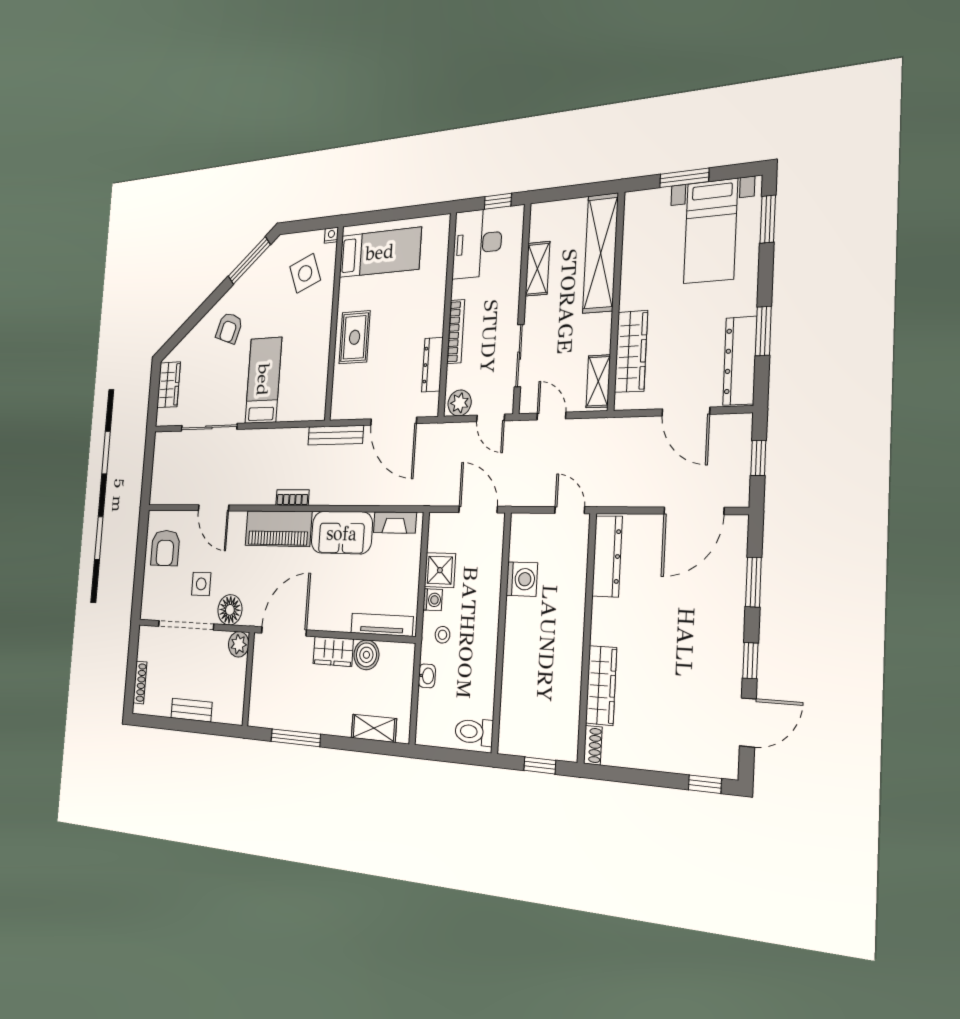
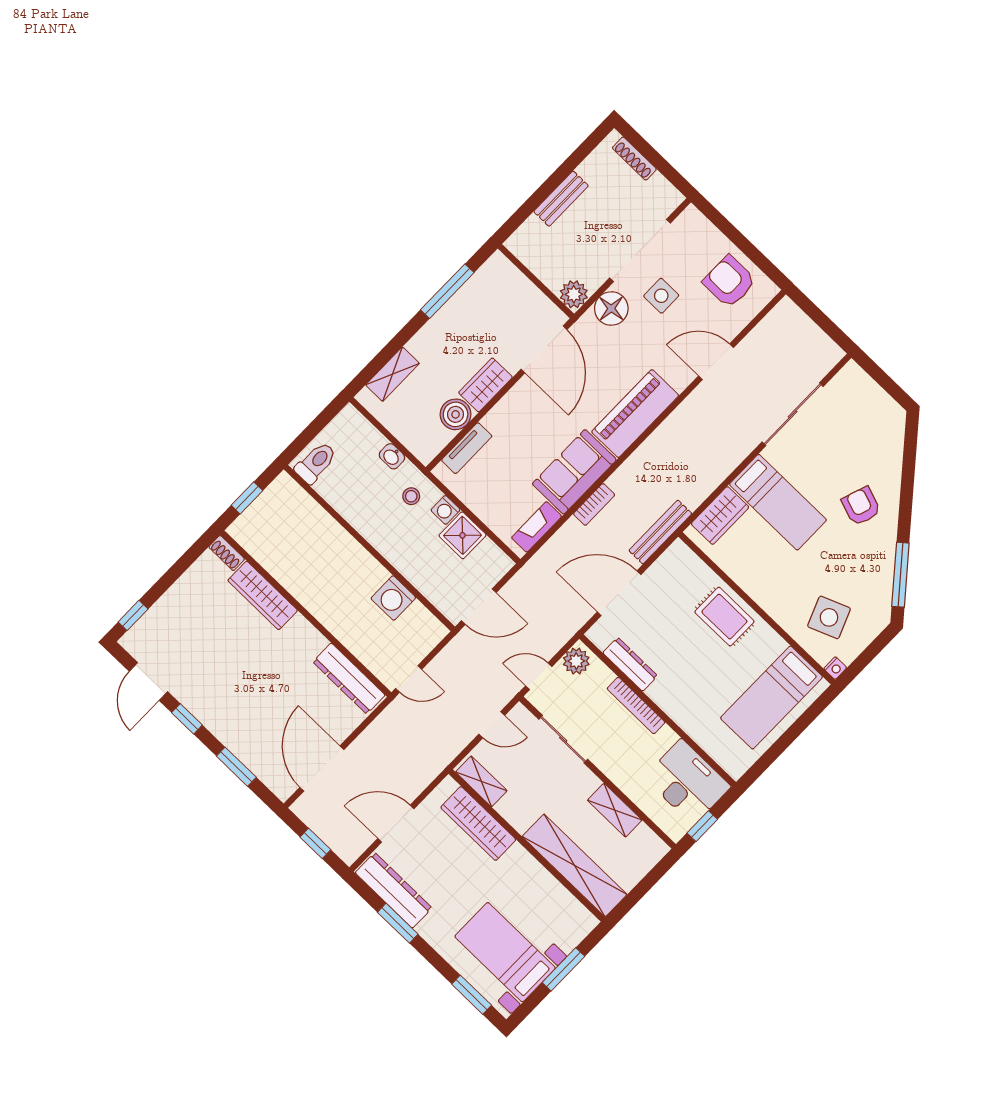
wardrobe: (169, 385) -> (720, 515), moved, turned -90
bookcase: (292, 498) -> (594, 504), moved
tv unit: (382, 625) -> (467, 448), width x0.71

